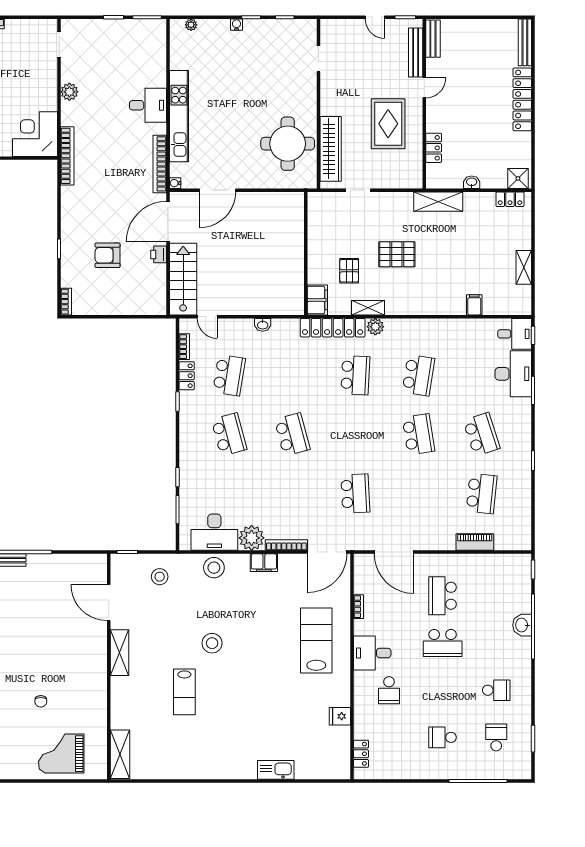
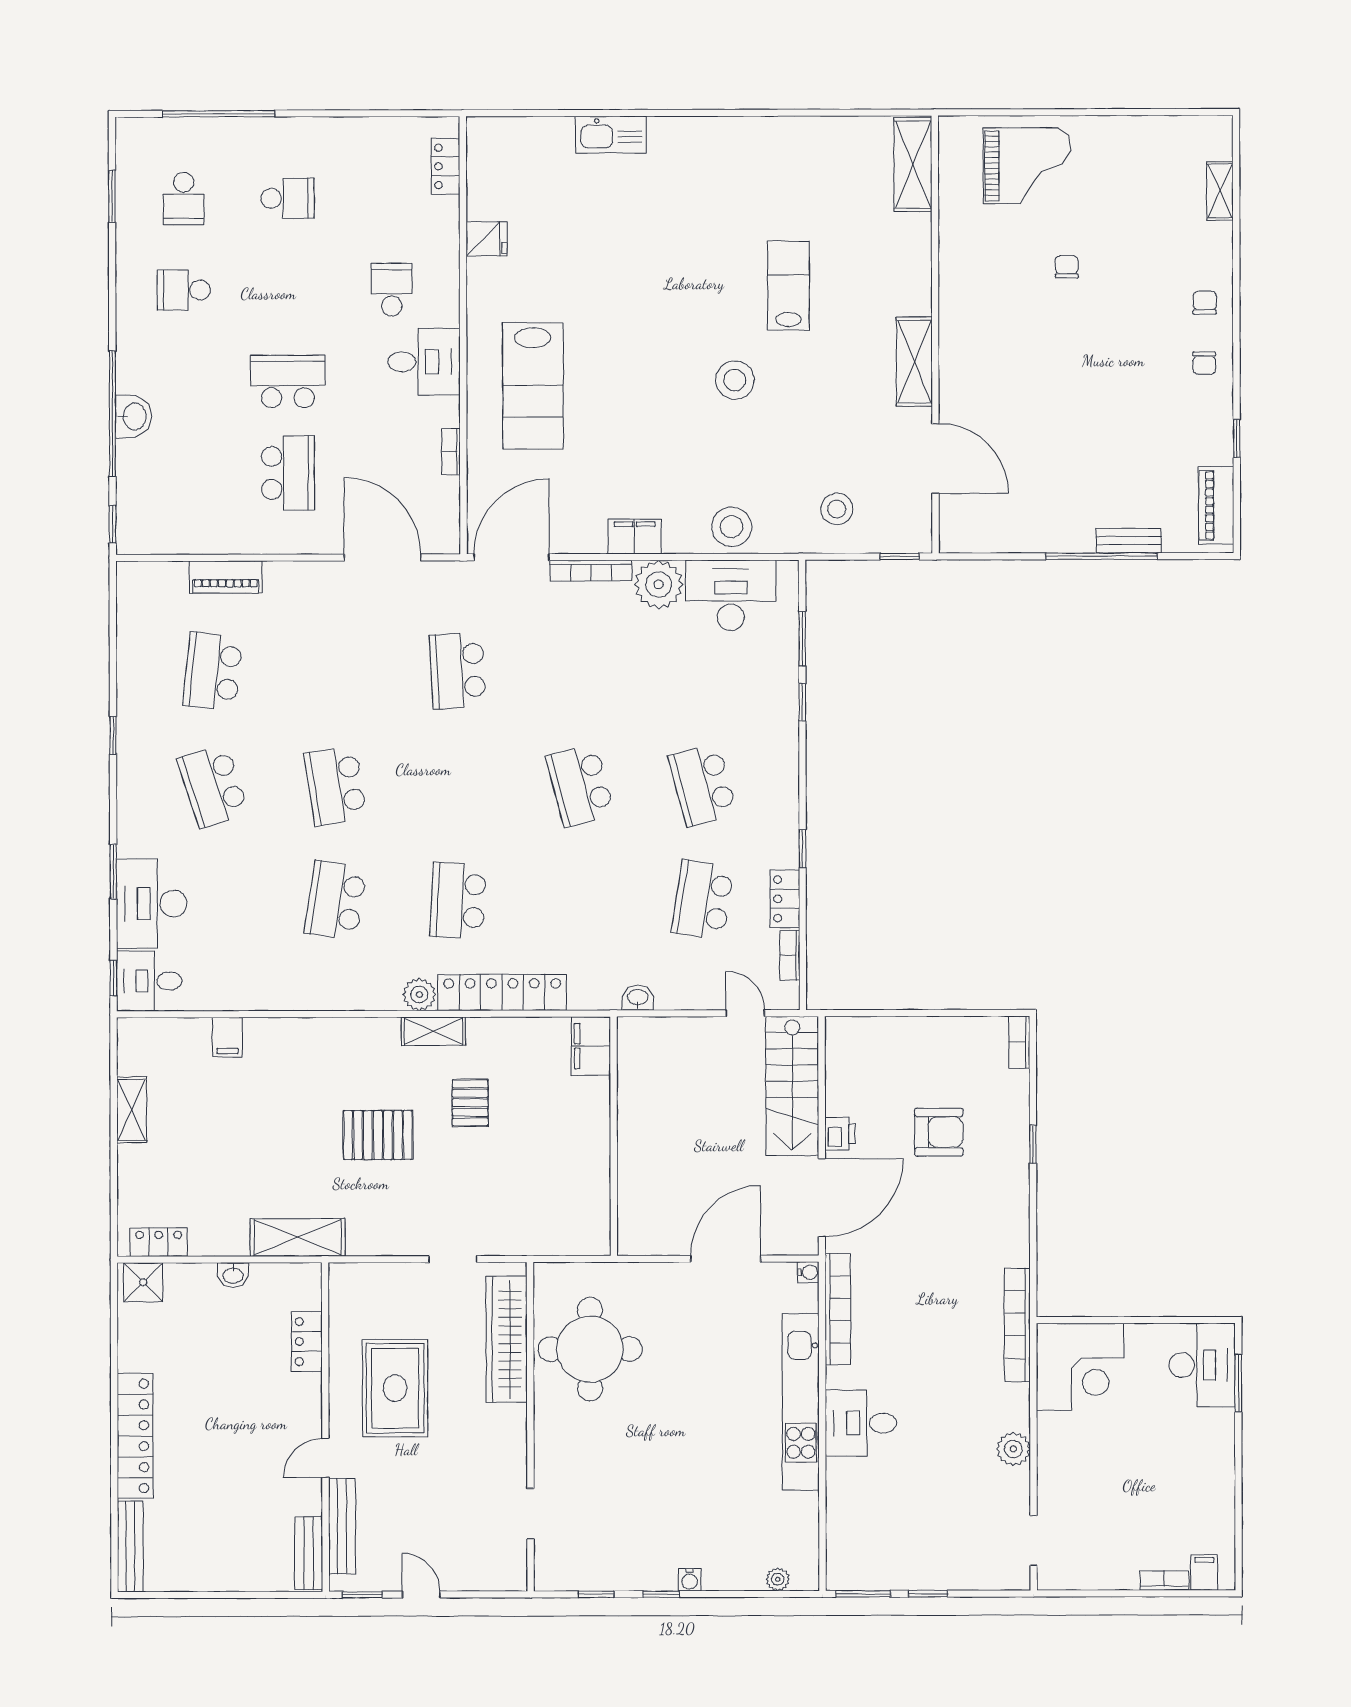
wall: (306, 253) -> (614, 1136), moved
filing cabinet: (317, 300) -> (591, 1046), moved

